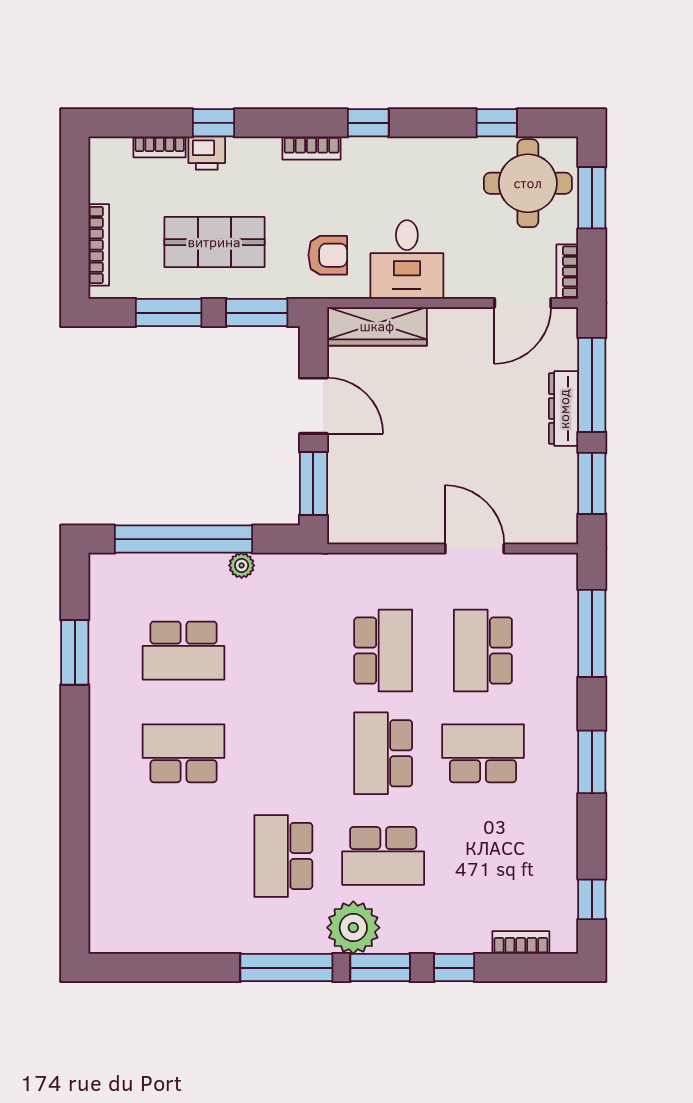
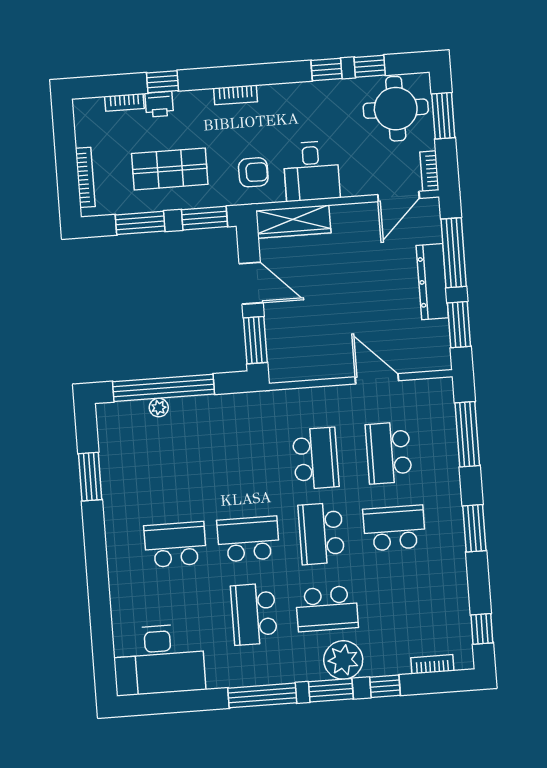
window: (368, 123) -> (327, 69), moved
dresser: (564, 409) -> (432, 282), width x1.37, depth x1.24
plant: (242, 565) -> (159, 408), moved
school desk: (184, 651) -> (248, 539), moved, turned 180
desk: (149, 908) -> (159, 660), added
plant: (353, 928) -> (343, 660), moved

